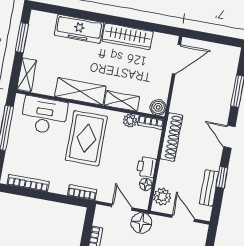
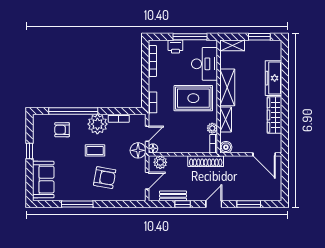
printer: (146, 167) -> (175, 47), moved, turned 180
floor lamp: (146, 184) -> (153, 148), moved

